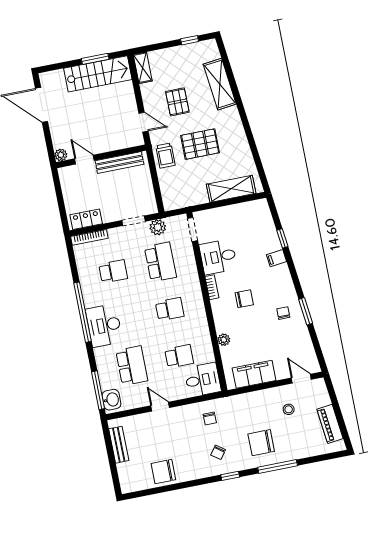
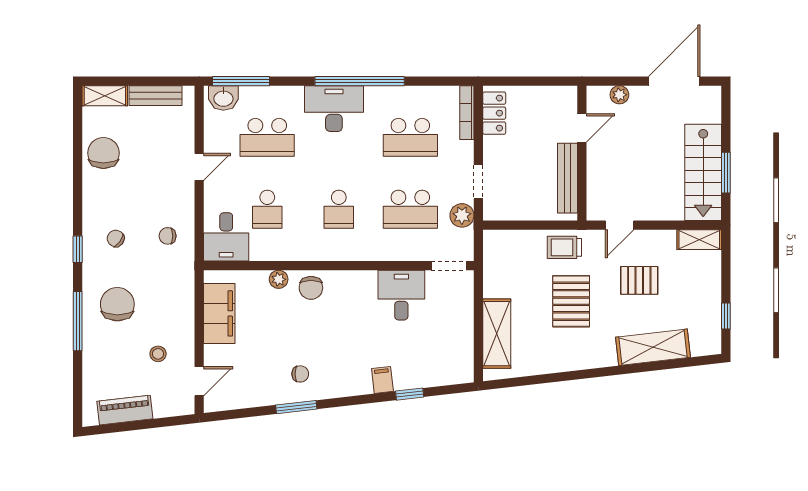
plant: (61, 155) -> (619, 95), moved
school desk: (113, 271) -> (410, 137), width x1.85
bookcase: (212, 287) -> (359, 277), removed
chair: (244, 299) -> (311, 288), moved
shelving: (125, 478) -> (105, 96), added

